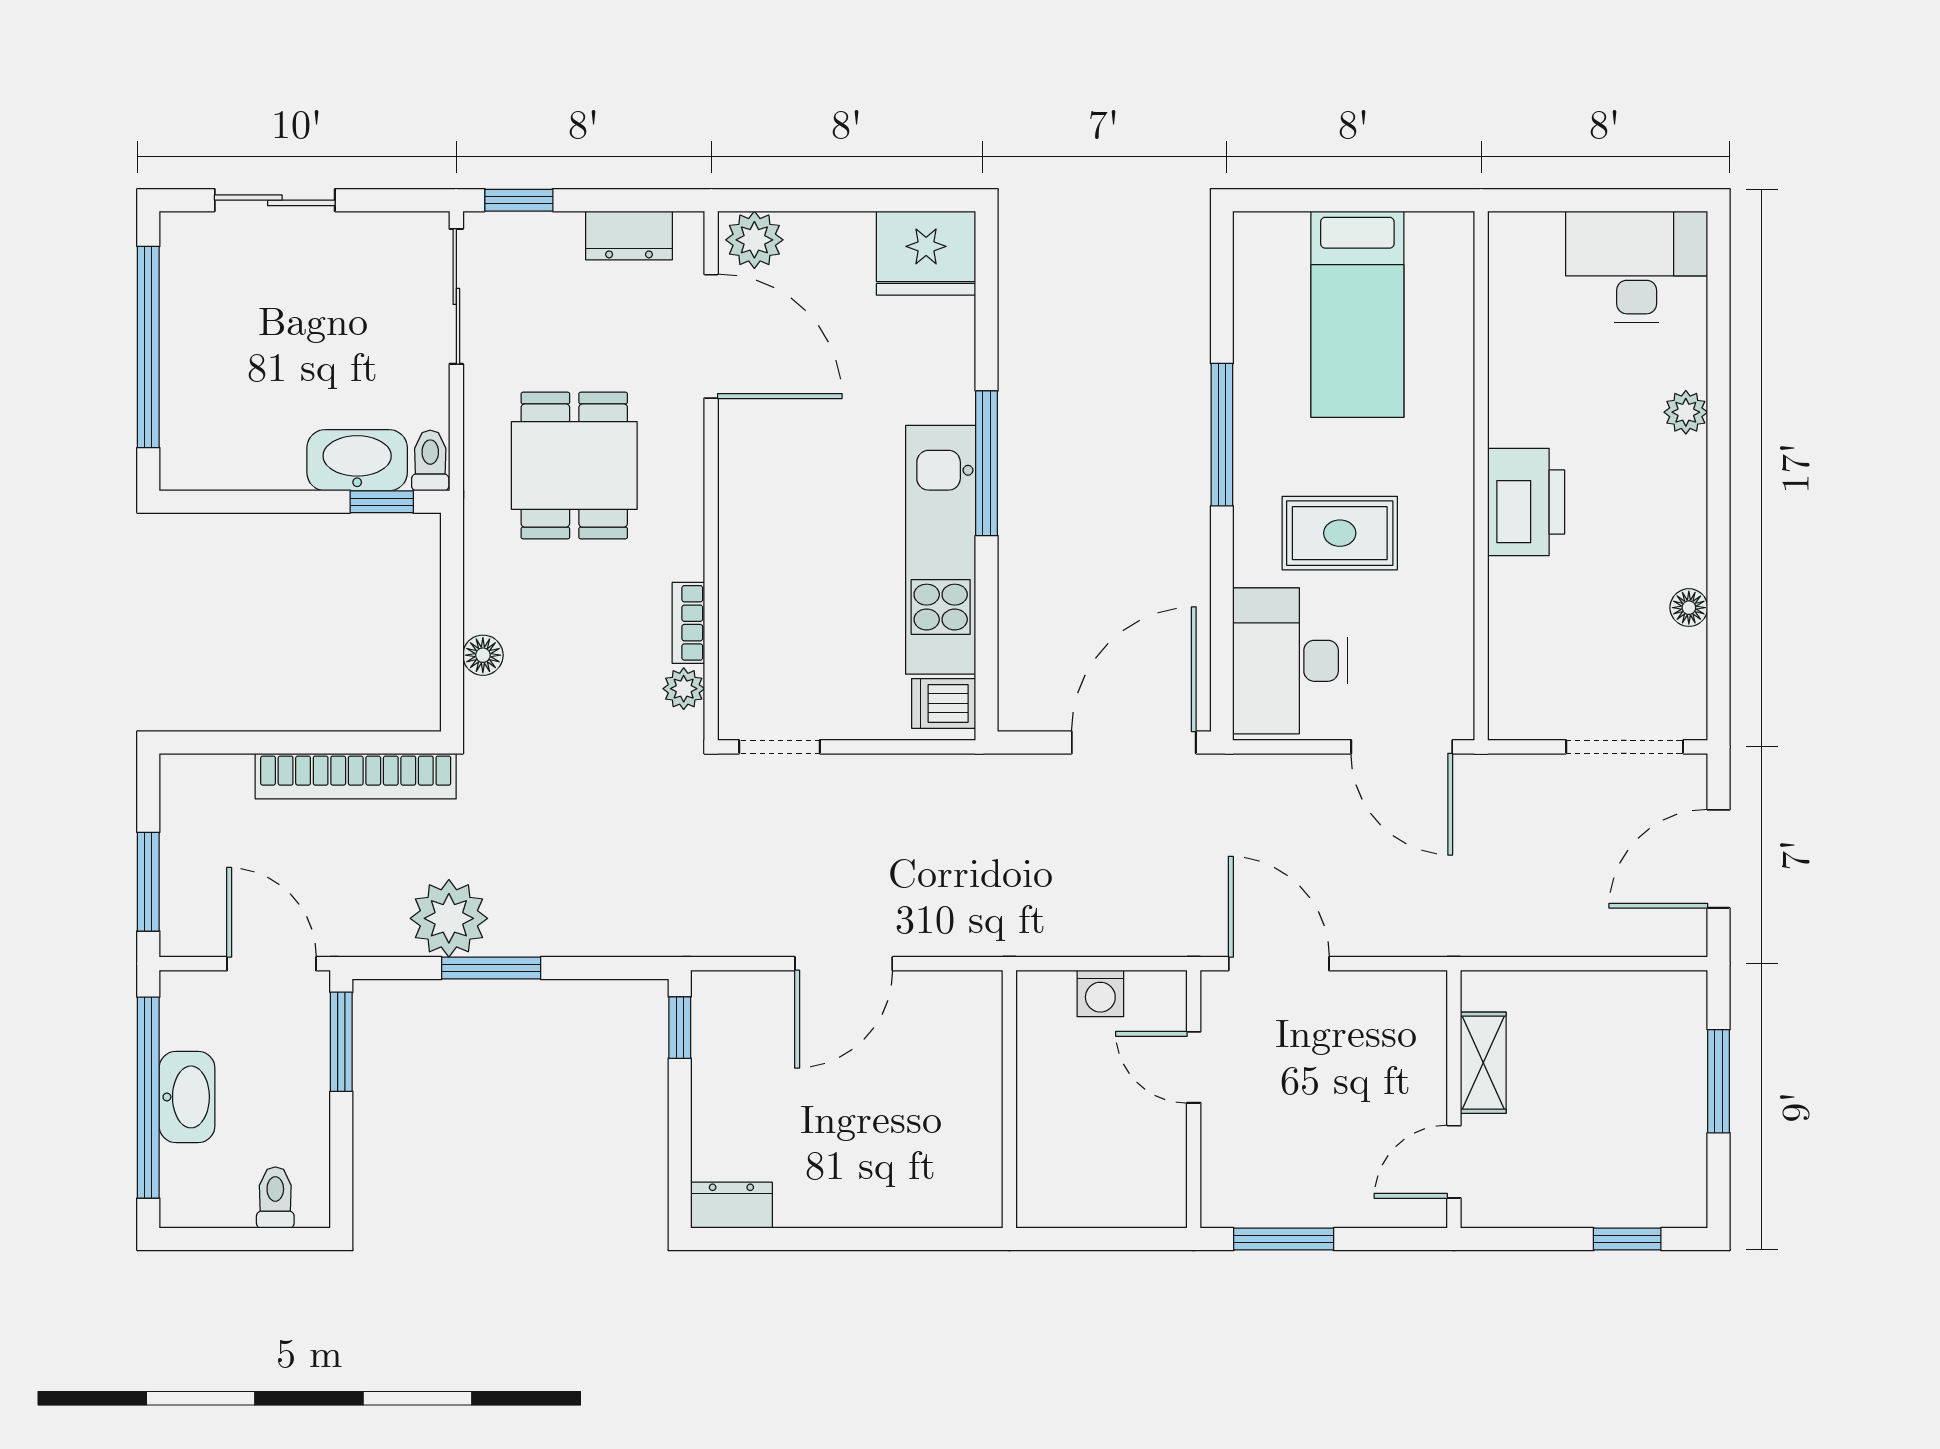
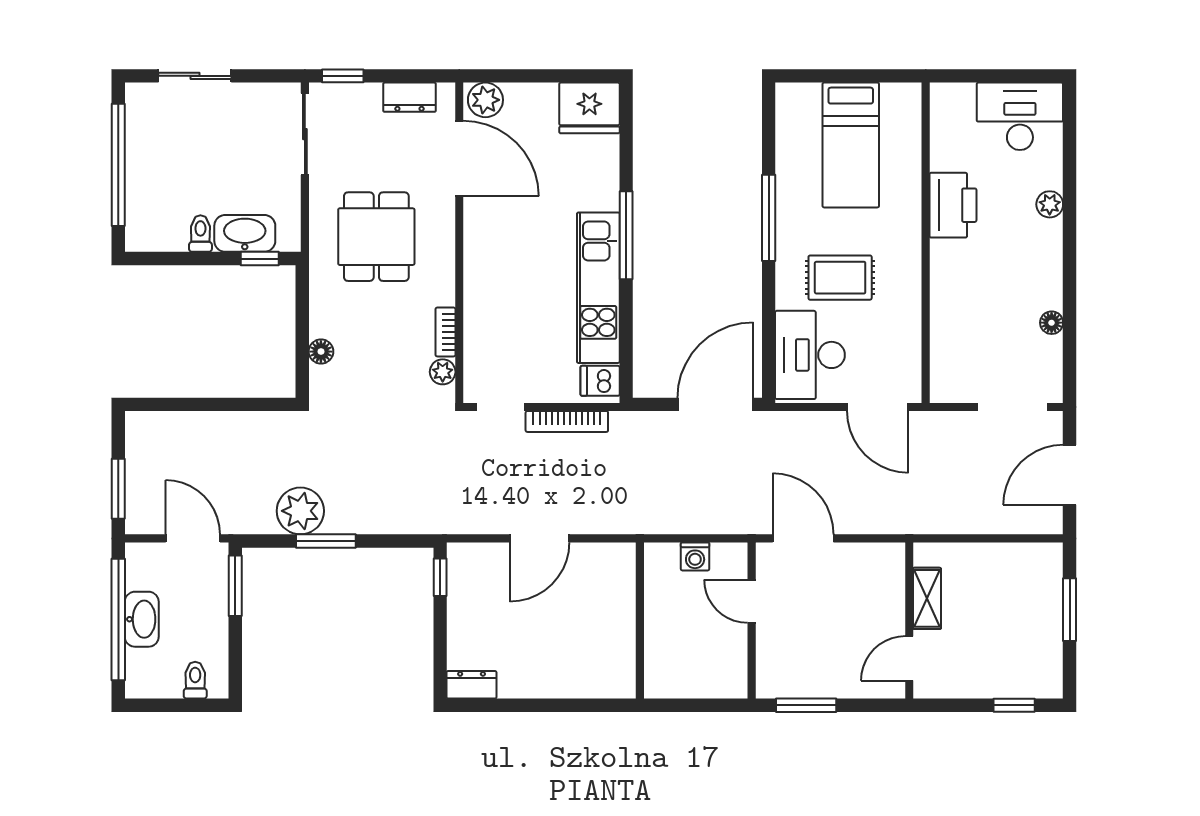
toilet: (430, 461) -> (200, 234), moved
printer: (1526, 502) -> (953, 205), moved
bookcase: (356, 776) -> (567, 421), moved, width x0.68, depth x0.76

